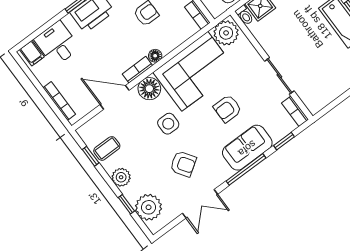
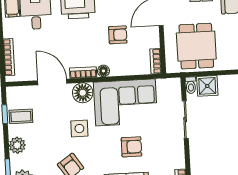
plant: (226, 33) -> (168, 89), removed
sliding door: (279, 76) -> (185, 120), moved
armchair: (228, 109) -> (131, 147), turned 180

